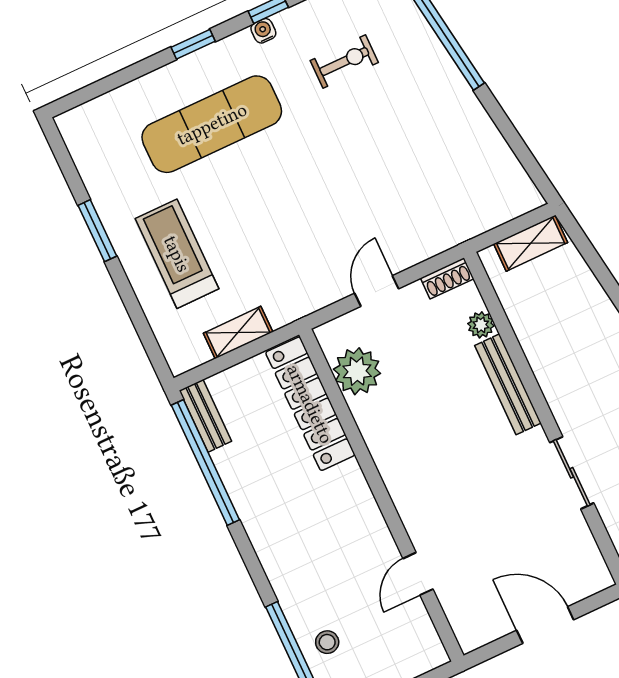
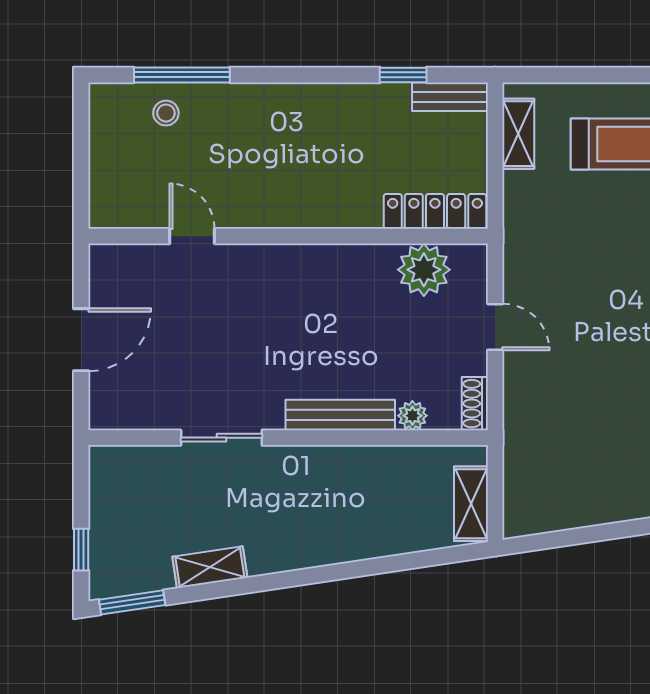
shelving: (238, 333) -> (518, 134), moved
locker: (310, 404) -> (435, 211), width x0.71, depth x0.83
window: (205, 462) -> (403, 75), width x0.32

